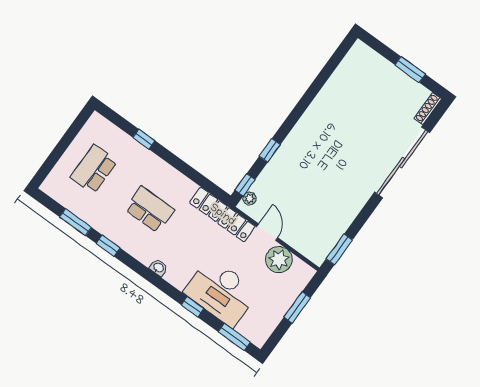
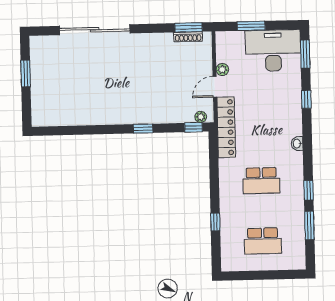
shoe rack: (428, 109) -> (188, 37), moved
window: (270, 150) -> (143, 129), moved
school desk: (150, 210) -> (261, 181), turned -90
plant: (279, 260) -> (222, 70), width x0.53, depth x0.53
desk: (221, 292) -> (273, 50), moved, turned -90

